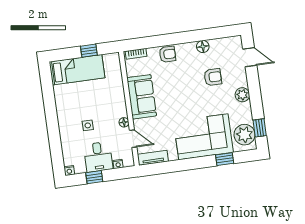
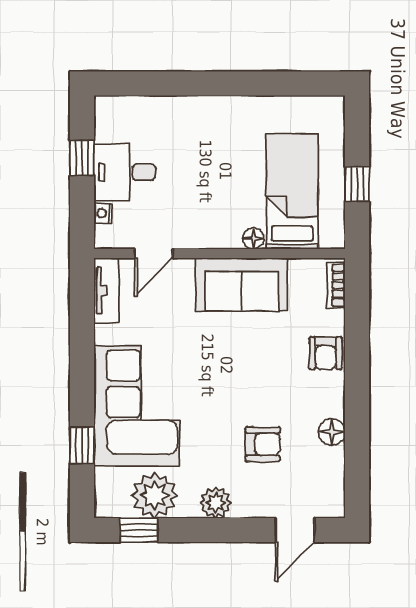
bed: (77, 70) -> (292, 191), moved, turned 180
armchair: (213, 77) -> (263, 444), turned -90
floor lamp: (124, 122) -> (253, 239), moved
side table: (88, 125) -> (196, 159), removed
plant: (245, 135) -> (155, 495), moved
nightstand: (69, 171) -> (104, 106), removed

